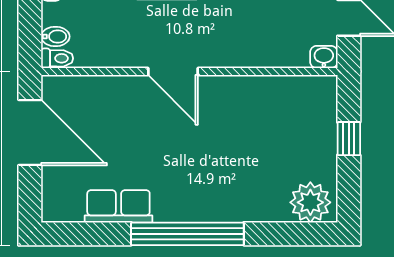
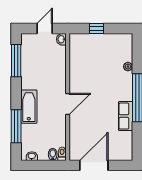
plant: (310, 202) -> (128, 67), moved, width x0.53, depth x0.53
row of seats: (118, 206) -> (126, 116), moved

